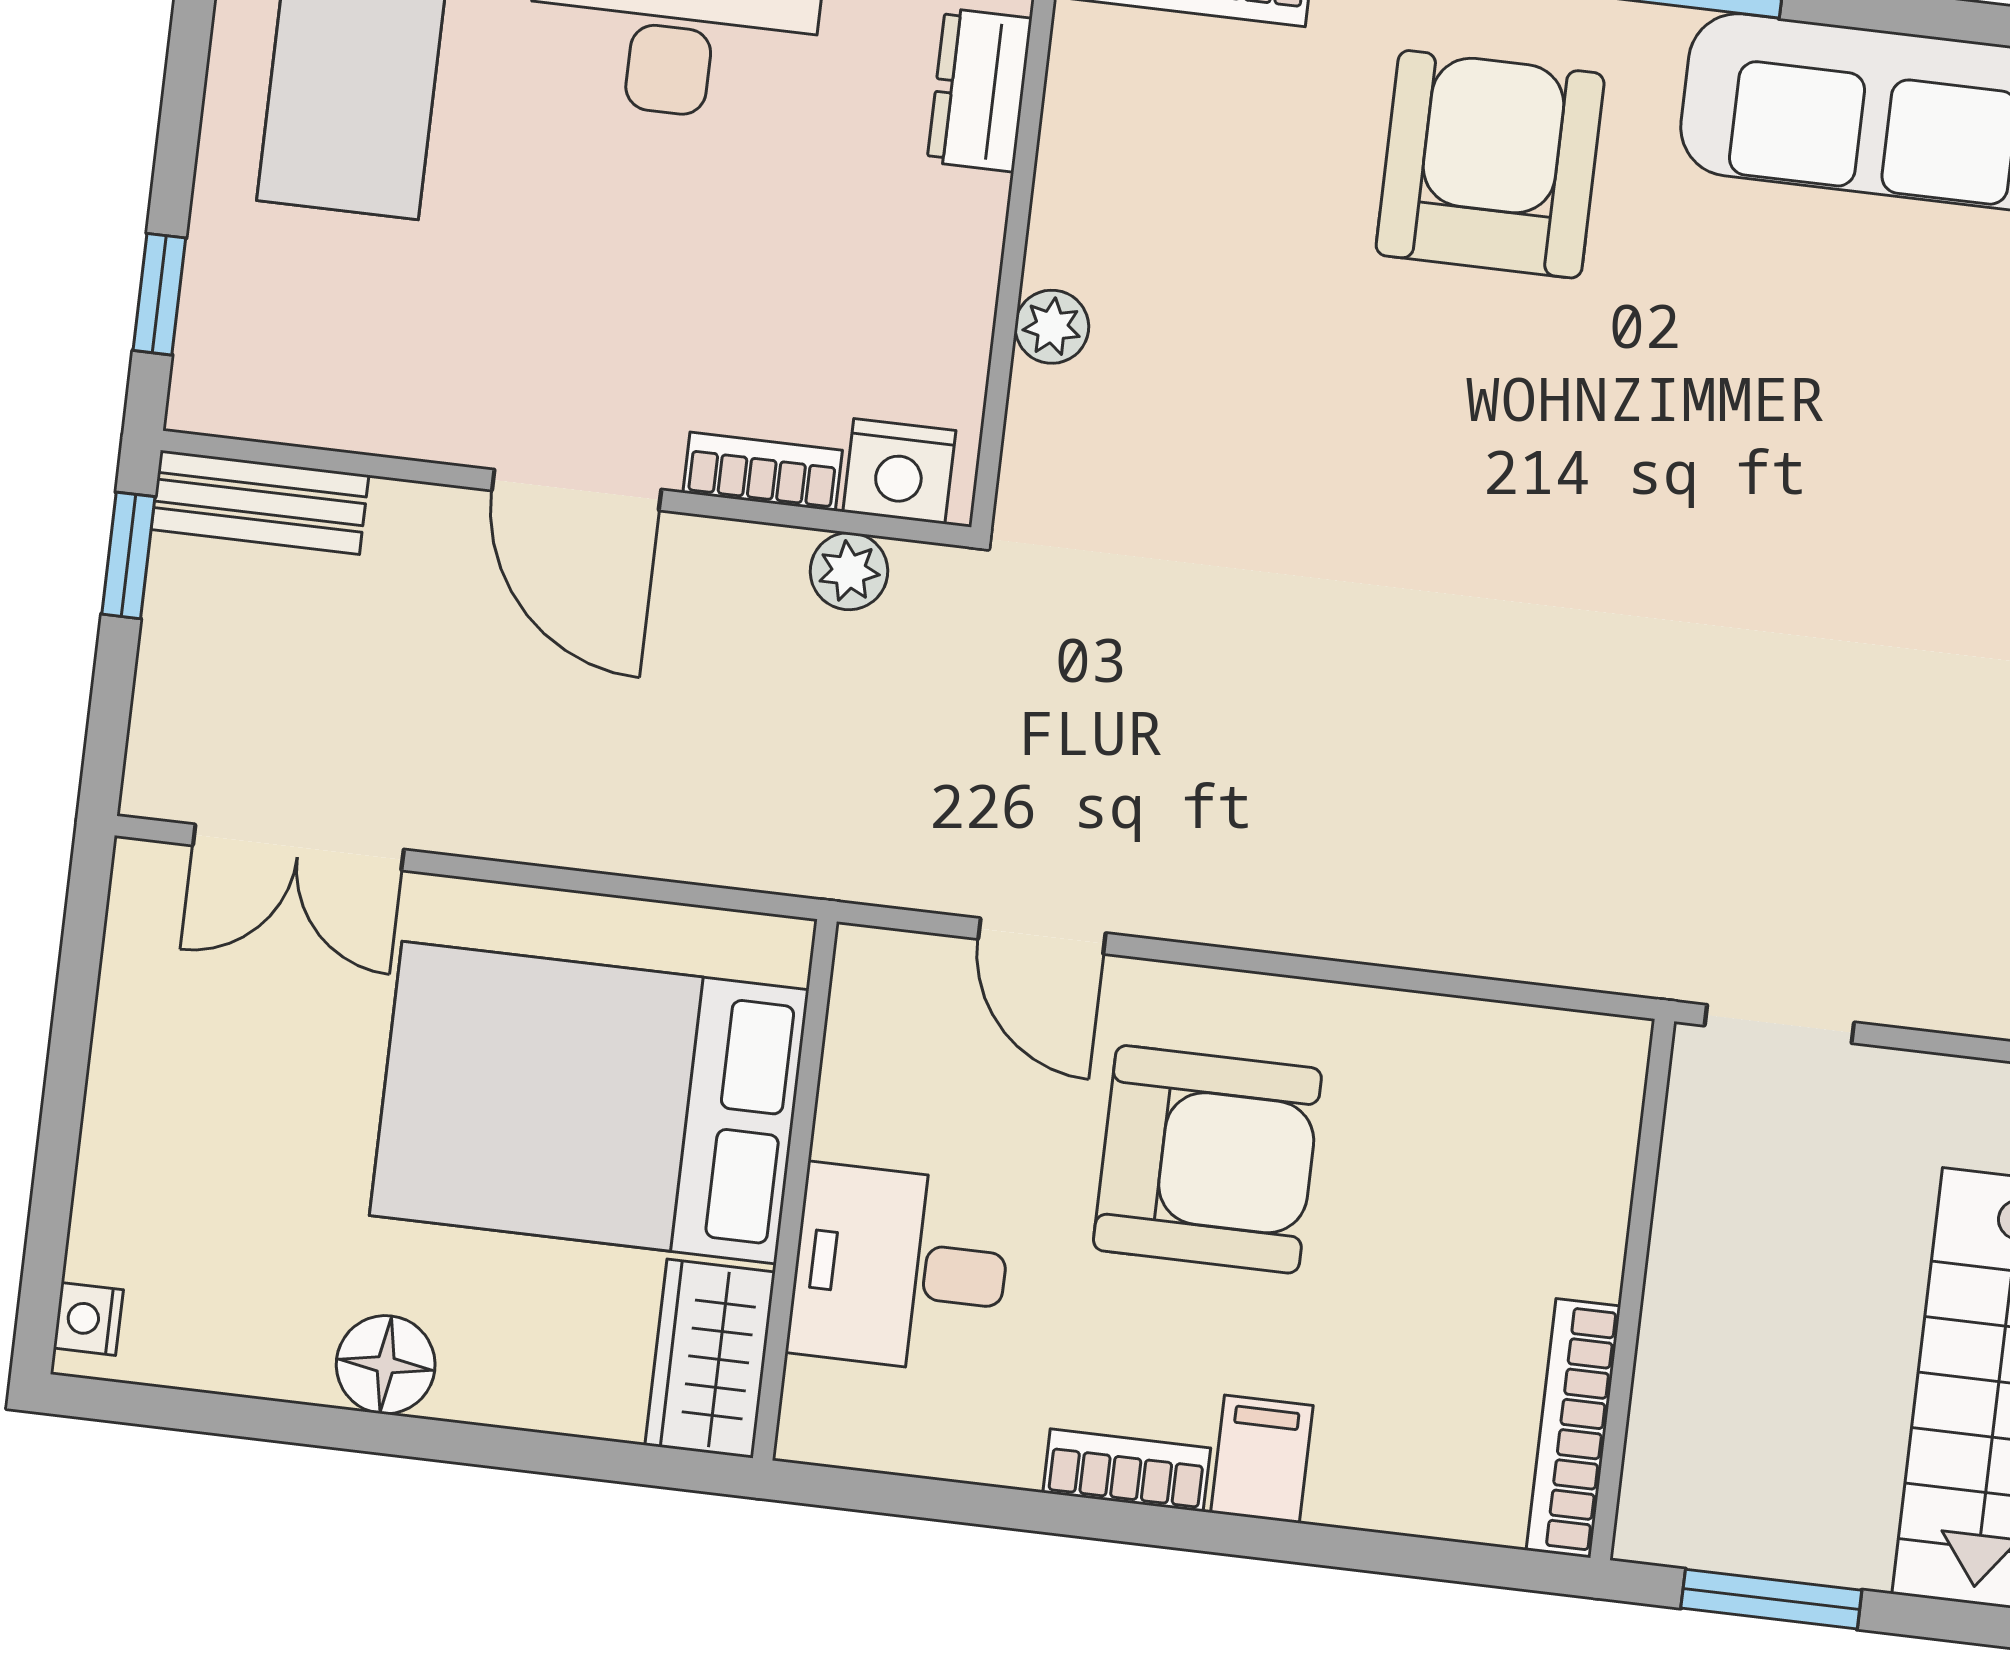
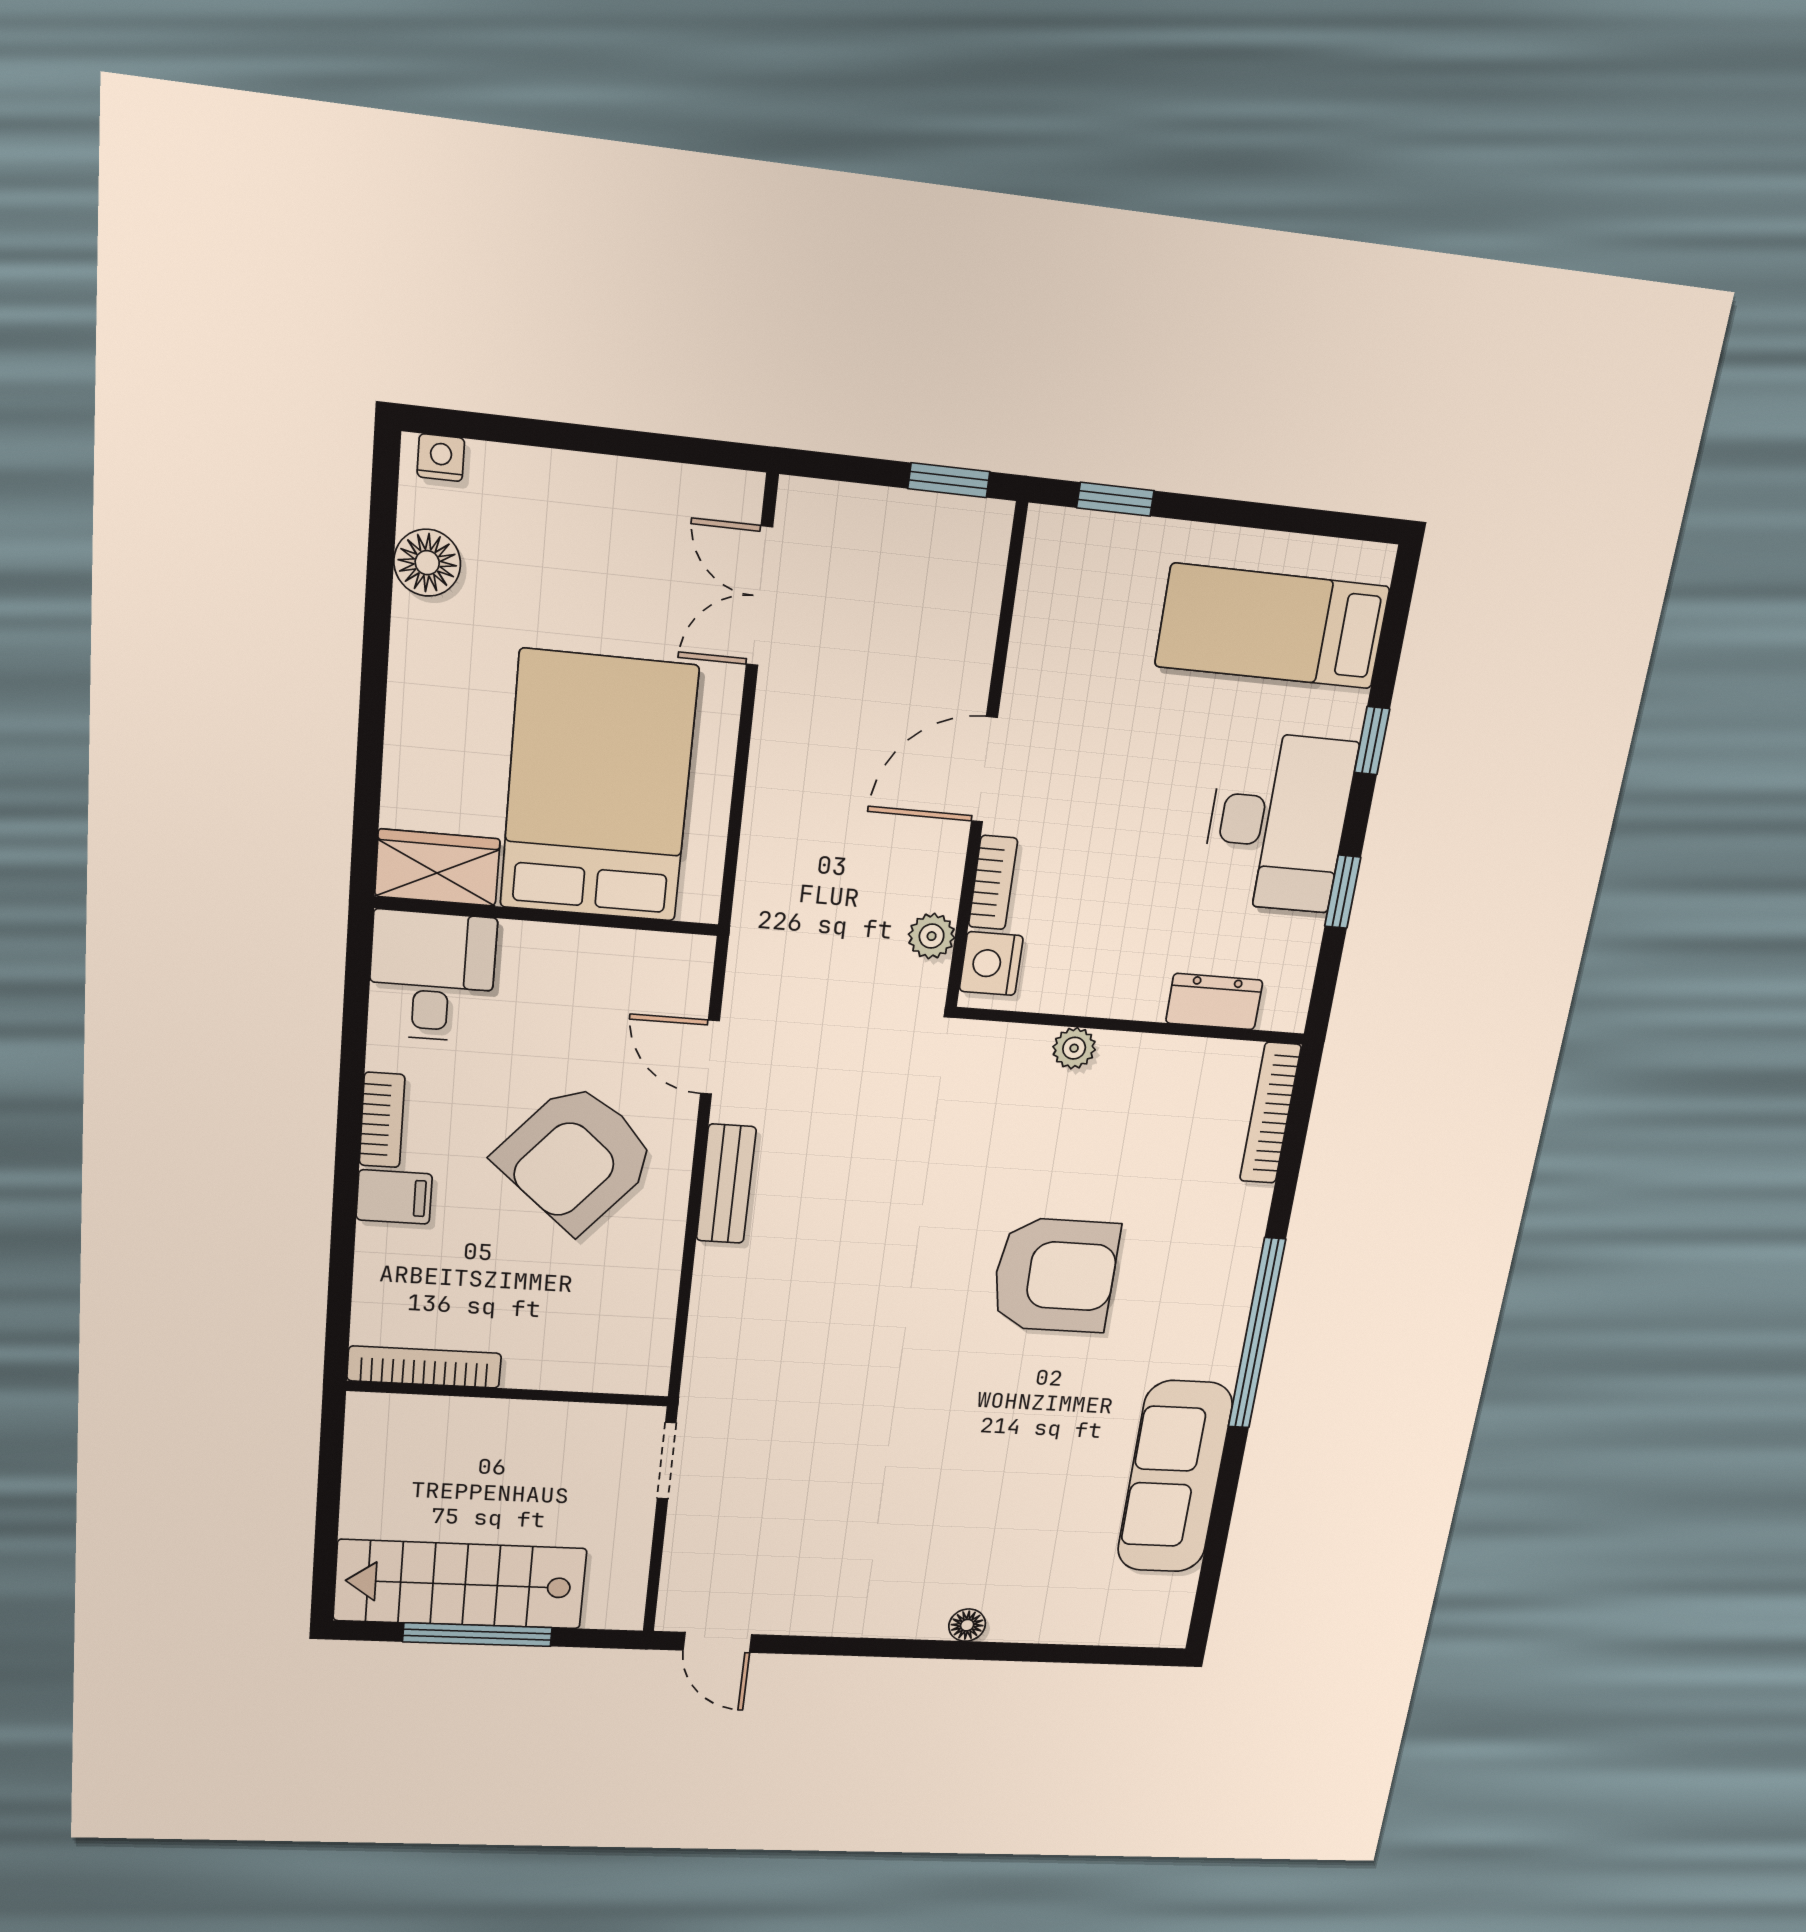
armchair: (1490, 164) -> (1055, 1275), moved
bench: (260, 502) -> (726, 1184), moved
door: (1042, 936) -> (710, 1057), hinge flipped
armchair: (1207, 1159) -> (577, 1158), turned 41
desk: (900, 1269) -> (432, 976), moved
floor lamp: (386, 1365) -> (427, 563), moved
window: (1771, 1599) -> (330, 1477), removed

